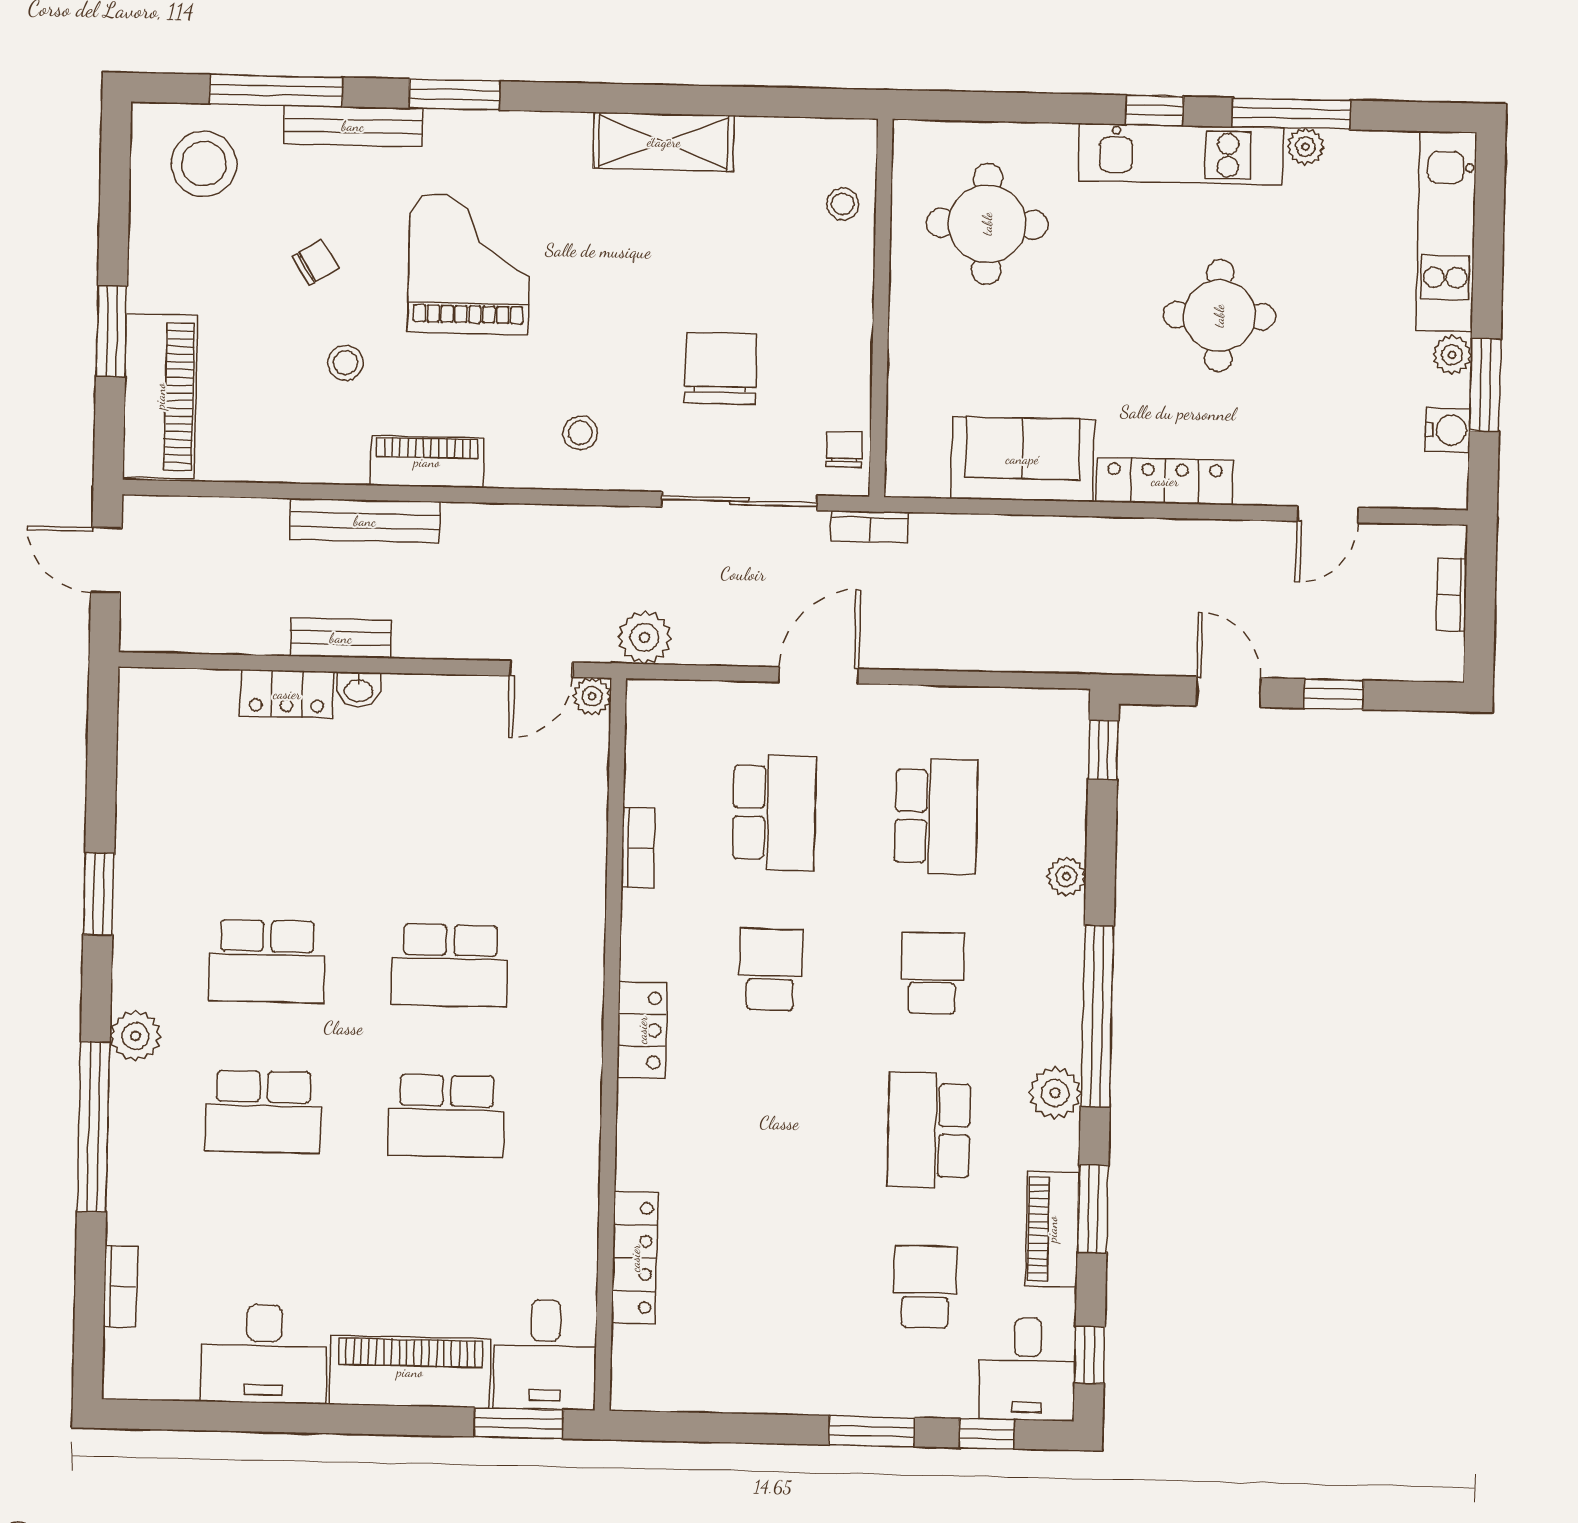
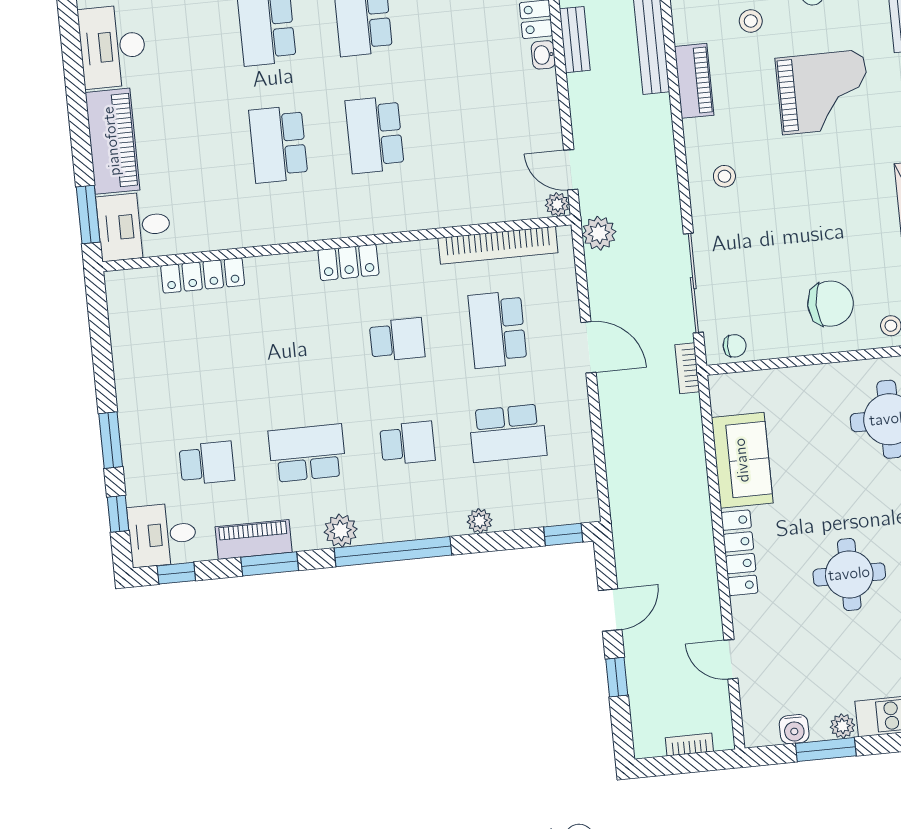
chair: (721, 368) -> (830, 304), moved
school desk: (774, 813) -> (497, 330), turned 90
bookcase: (638, 848) -> (498, 245), width x2.31, depth x1.31

